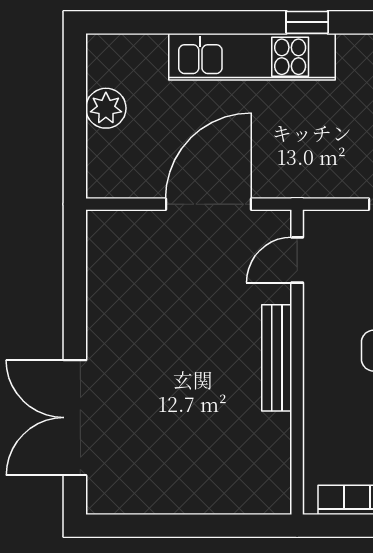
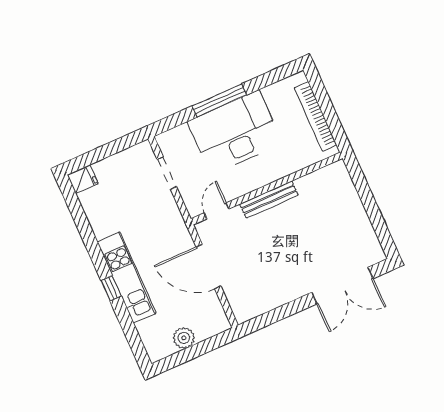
window: (307, 22) -> (111, 288), moved
door: (297, 260) -> (216, 211), swing flipped

